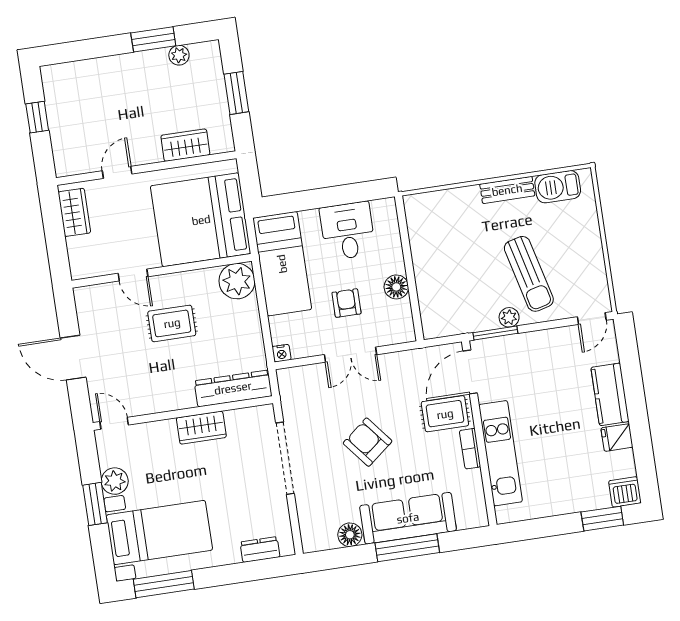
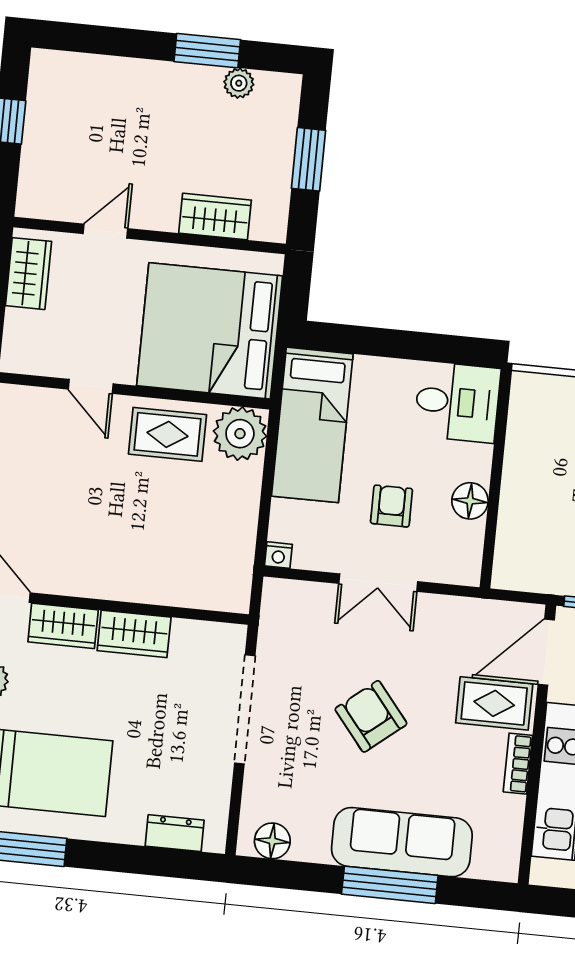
desk: (348, 231) -> (457, 402), moved, turned 90
rug: (172, 323) -> (167, 434), moved
dresser: (233, 388) -> (195, 589), removed
wardrobe: (154, 434) -> (63, 626), added
floor lamp: (350, 535) -> (272, 841), moved

